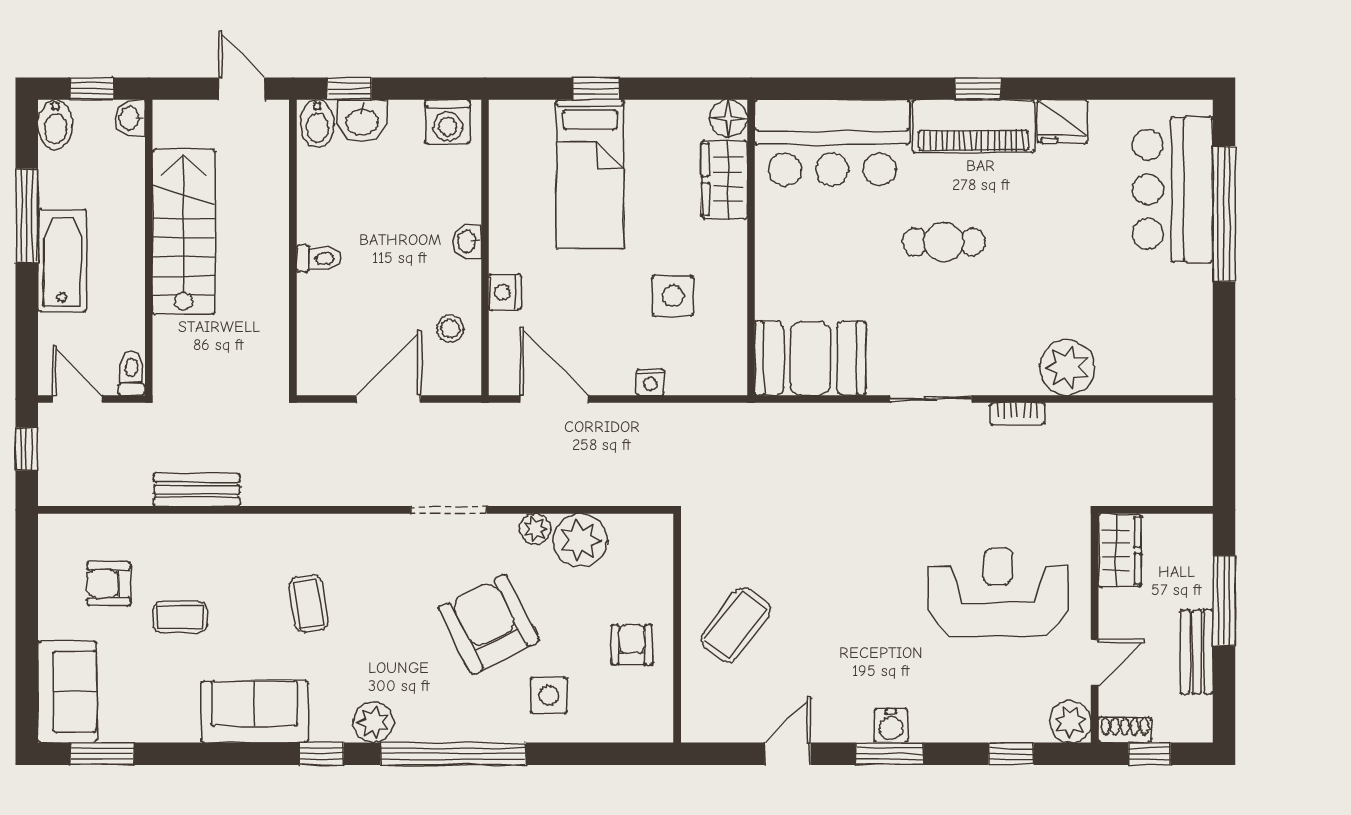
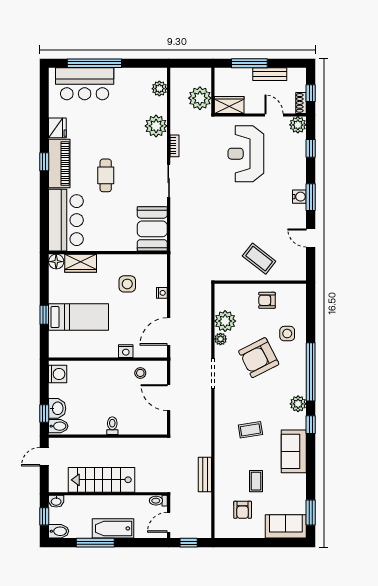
washbasin: (467, 242) -> (105, 366), removed
plant: (1161, 376) -> (159, 89), added
plant: (1137, 477) -> (200, 98), added

